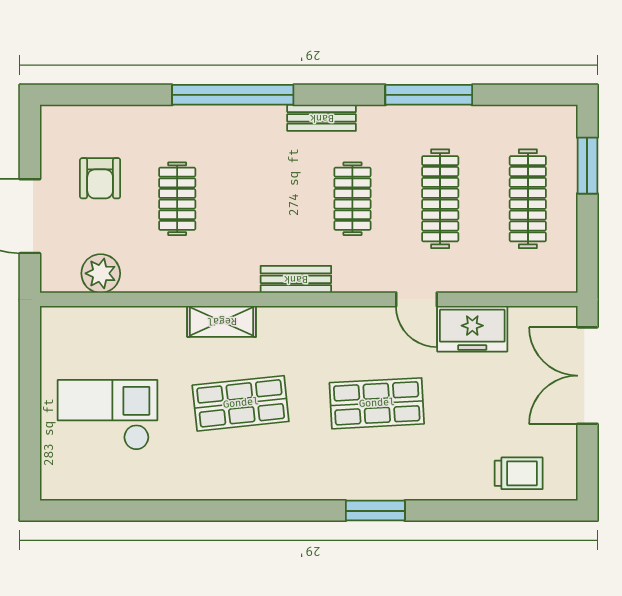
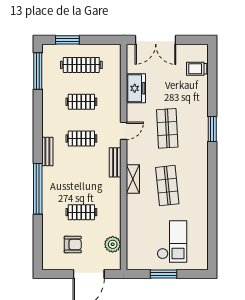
window: (429, 95) -> (38, 71), moved
clothes rail: (440, 199) -> (81, 102), width x0.73
door: (416, 299) -> (124, 131), moved
shelving: (222, 321) -> (133, 179), moved
window: (30, 394) -> (163, 274), added
checkout: (107, 415) -> (172, 241), turned 180
trolley: (519, 473) -> (197, 69), turned -90

